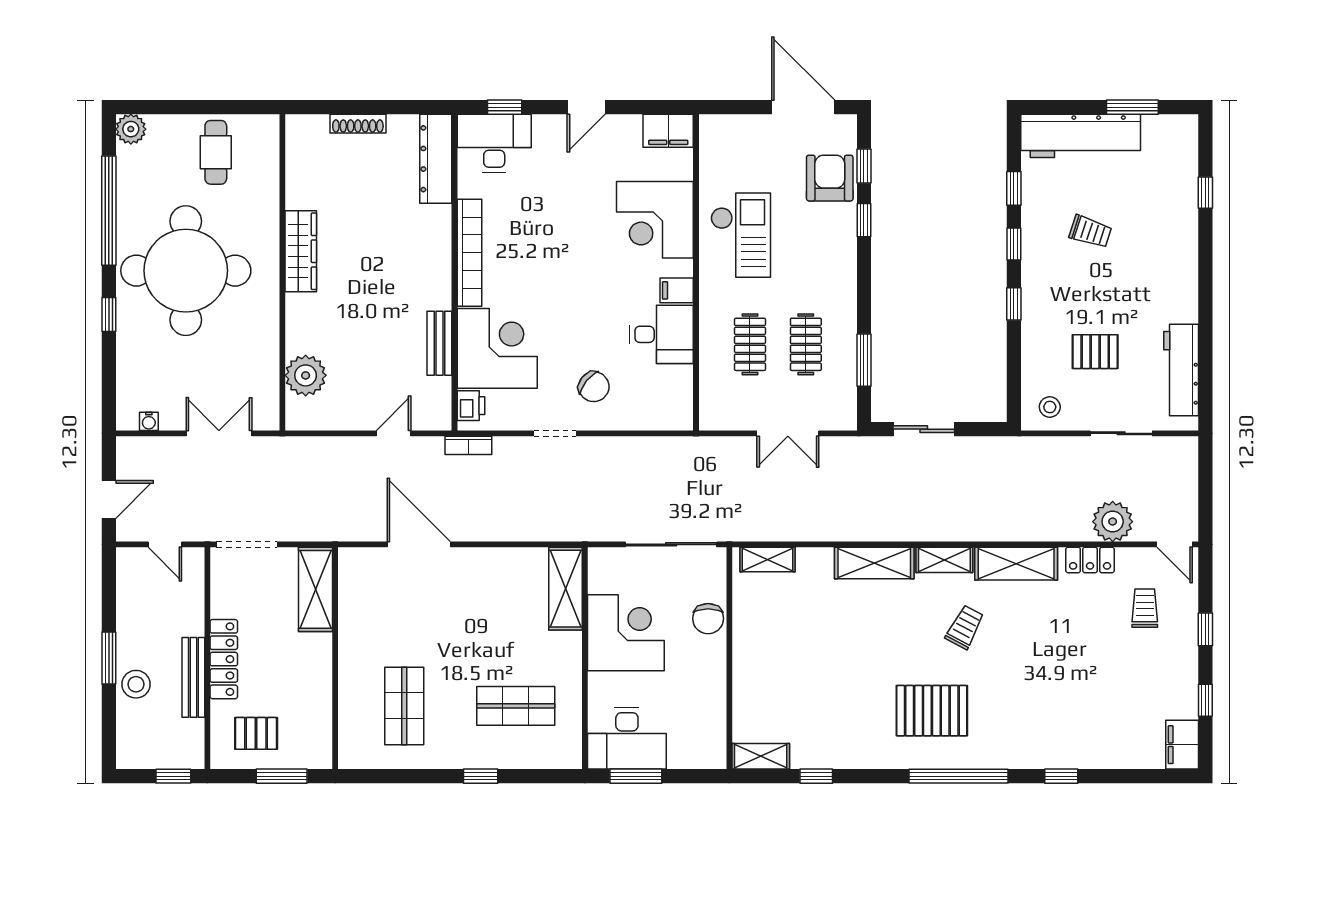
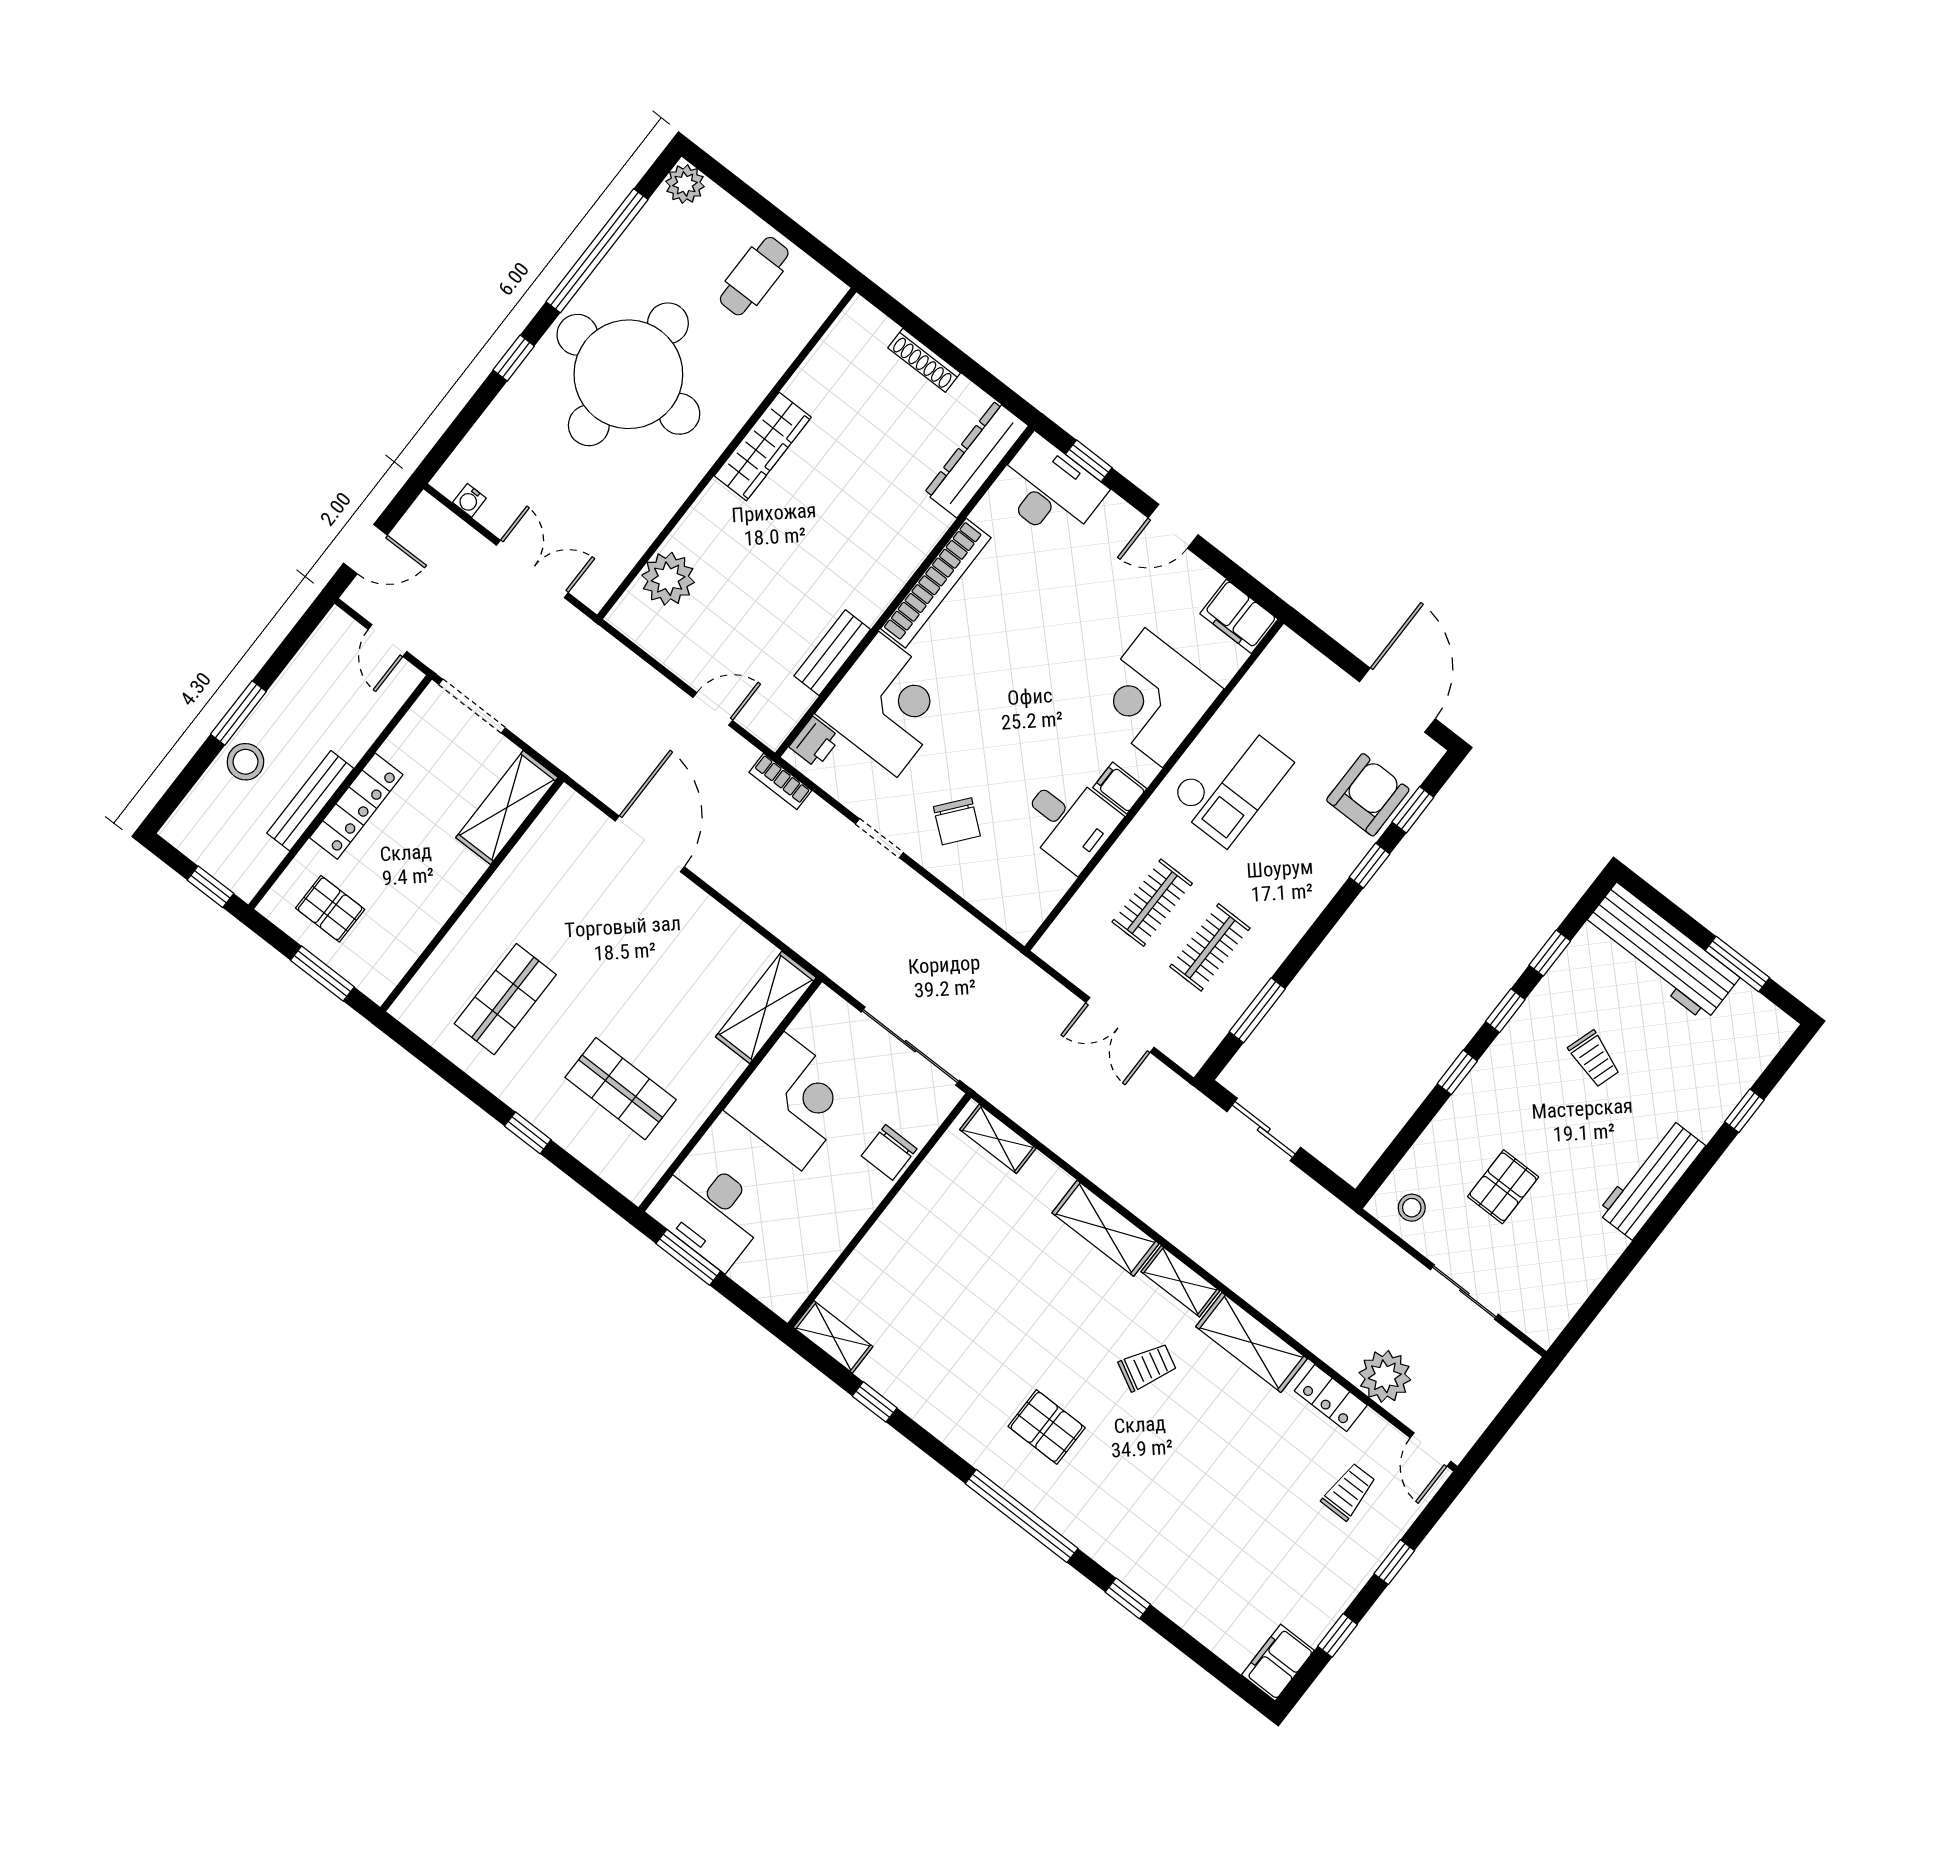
pallet: (1095, 352) -> (1503, 1187), turned 90
workbench: (1181, 370) -> (1651, 1179), moved
pallet: (932, 711) -> (1047, 1427), width x0.67, depth x0.71

